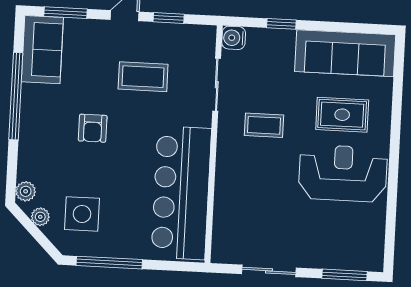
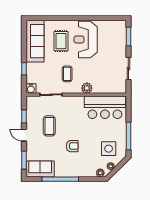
plant: (228, 170) -> (87, 88), added
bar counter: (181, 193) -> (105, 107), width x0.73

